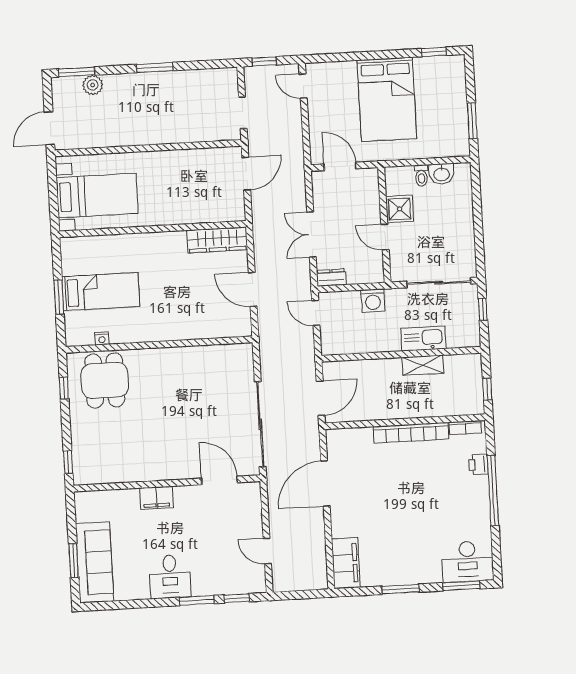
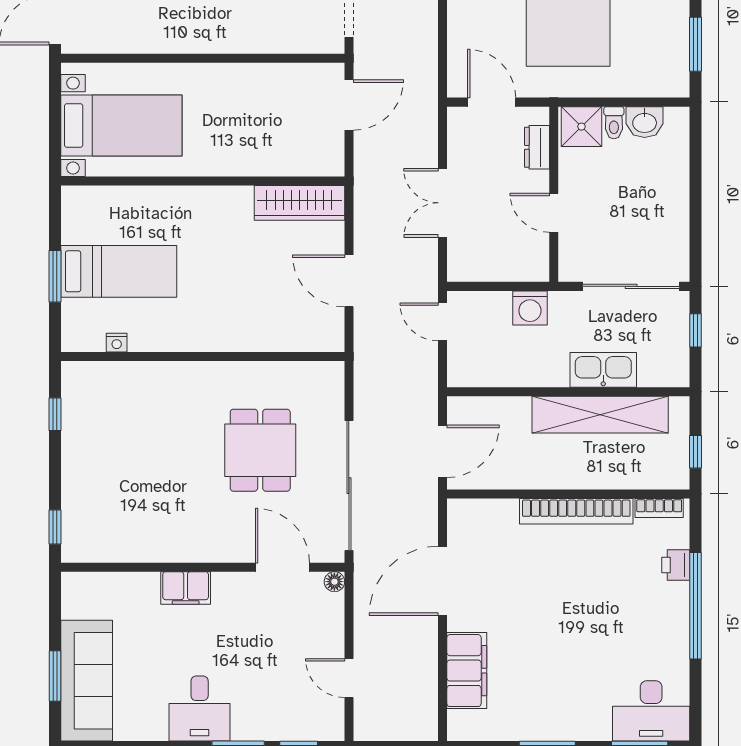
shower: (400, 209) -> (581, 127), moved
dresser: (331, 278) -> (537, 147), moved, turned -90
shelving: (423, 365) -> (600, 415), width x2.20, depth x1.33
dining table: (105, 380) -> (260, 450), moved
floor lamp: (254, 488) -> (334, 582), added
filing cabinet: (346, 563) -> (467, 671), moved

